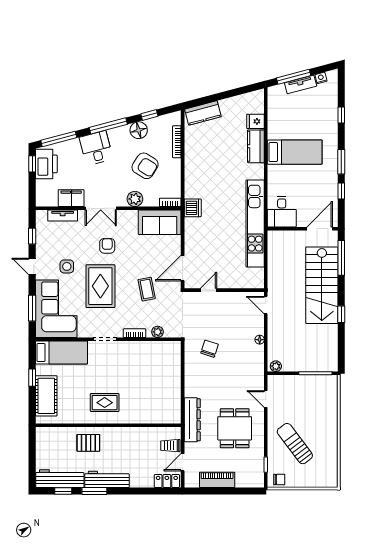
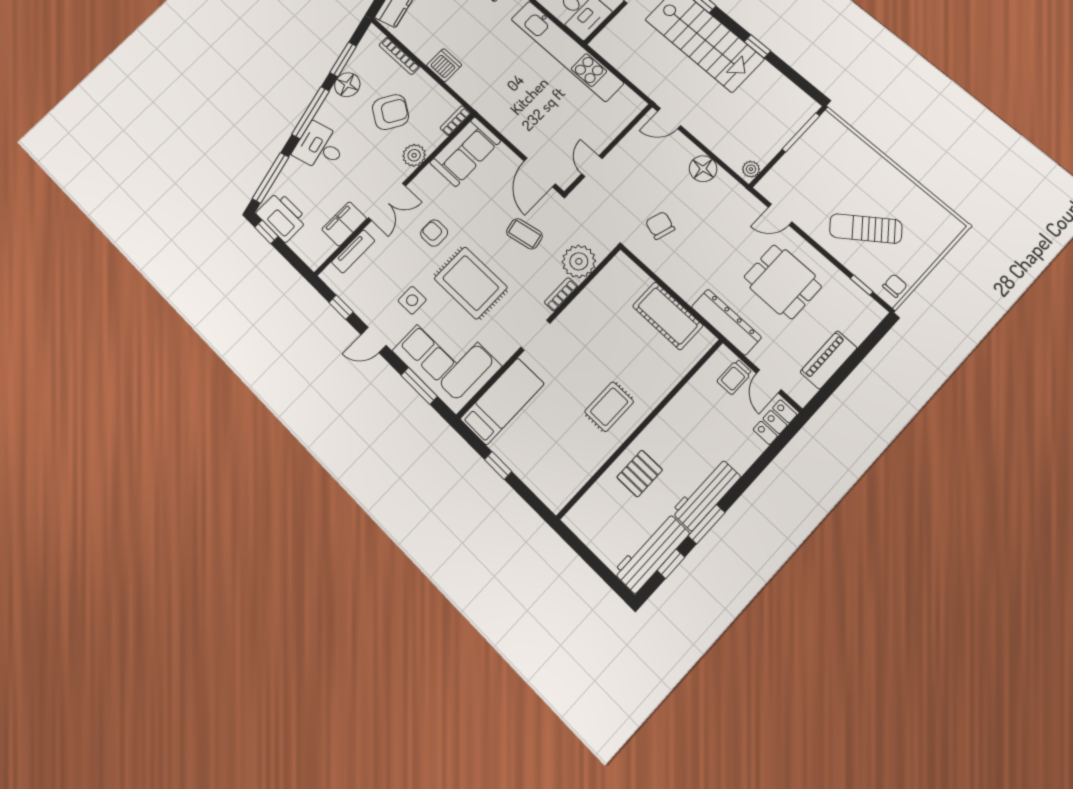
window: (149, 115) -> (343, 59), width x1.50
dishwasher: (193, 208) -> (444, 65), moved
plant: (157, 332) -> (579, 261), width x1.88, depth x1.88
floor lamp: (260, 340) -> (703, 169), width x1.89, depth x1.89
cot: (46, 396) -> (668, 316), moved

